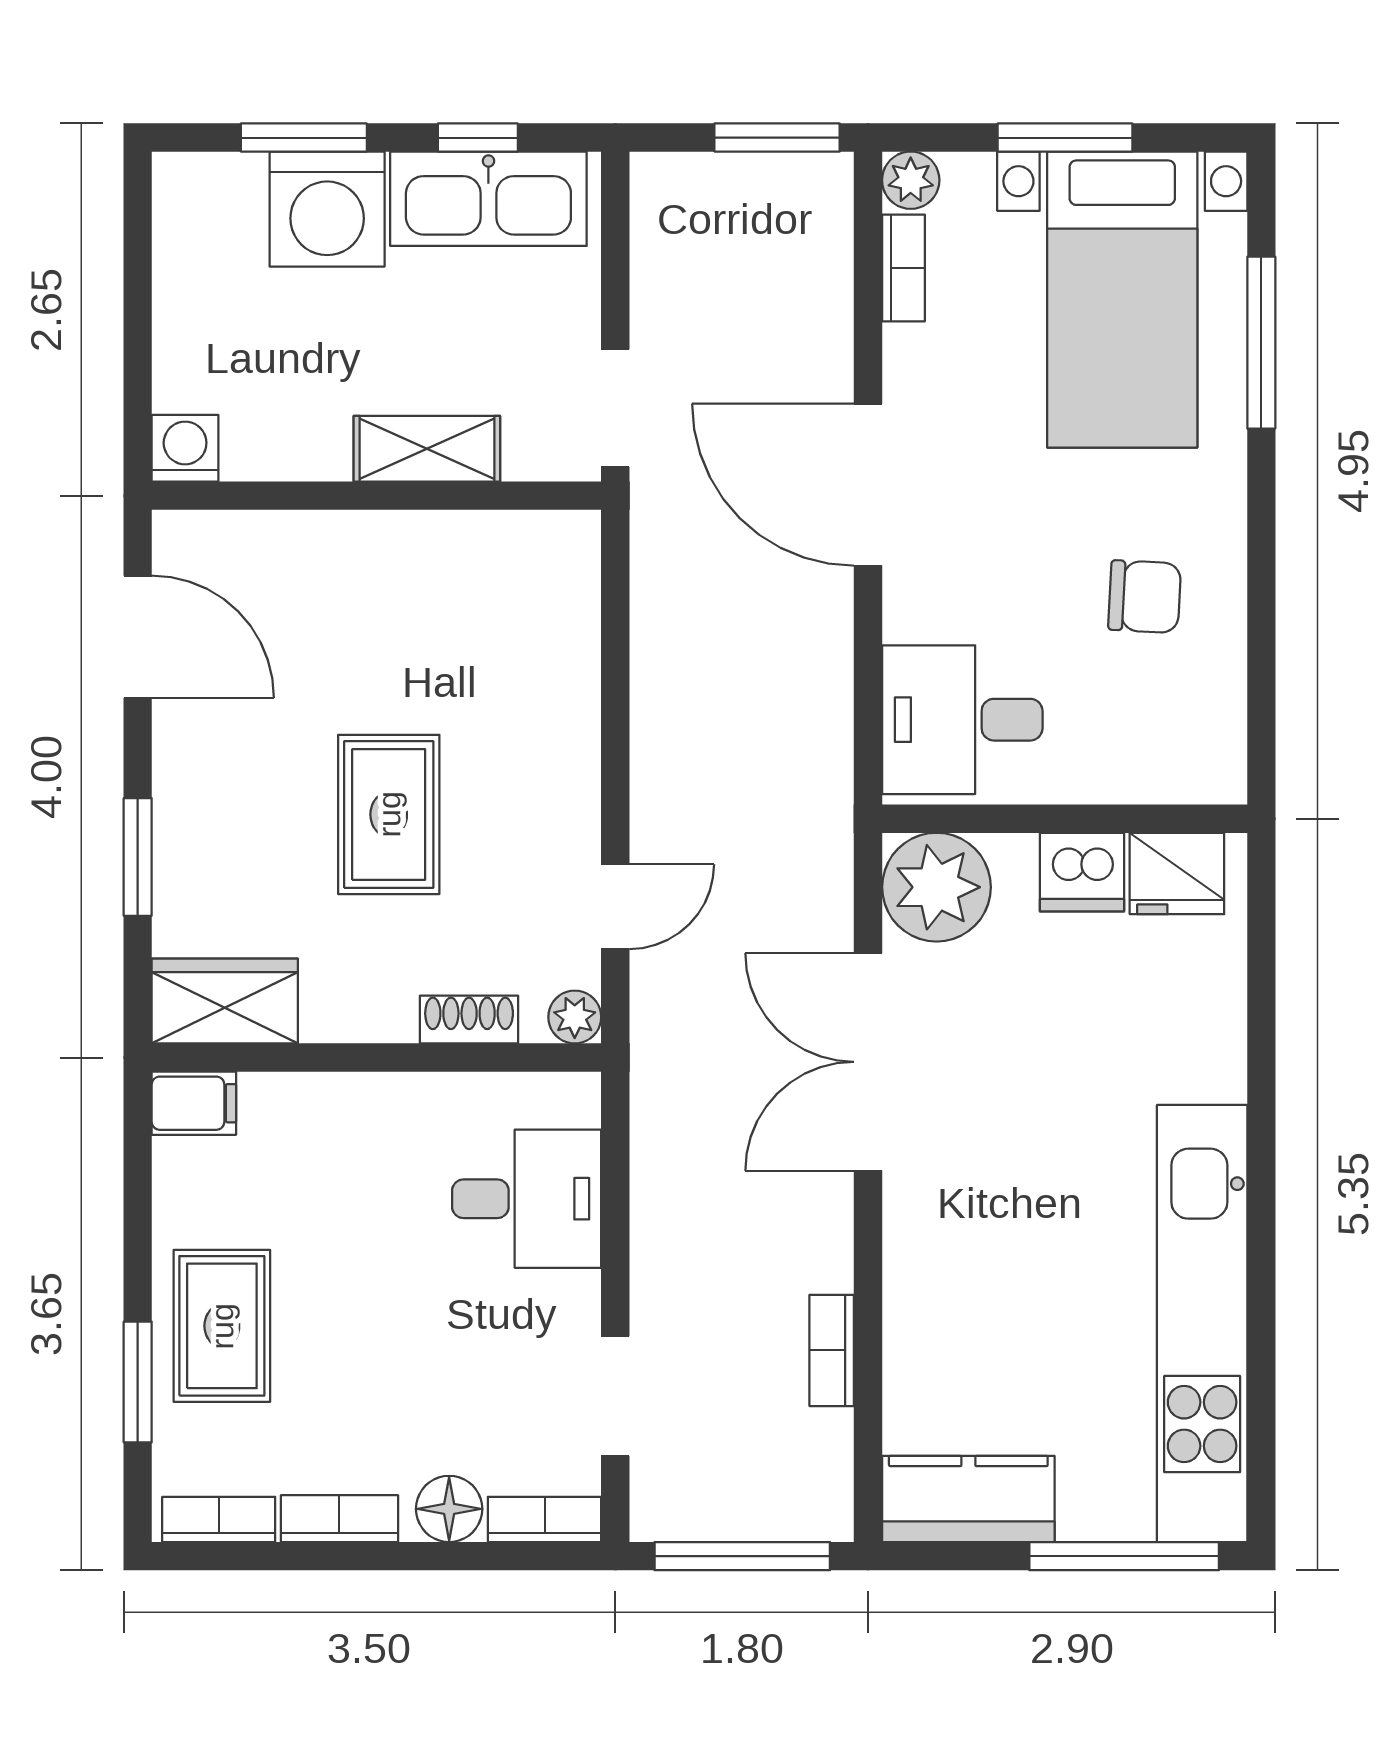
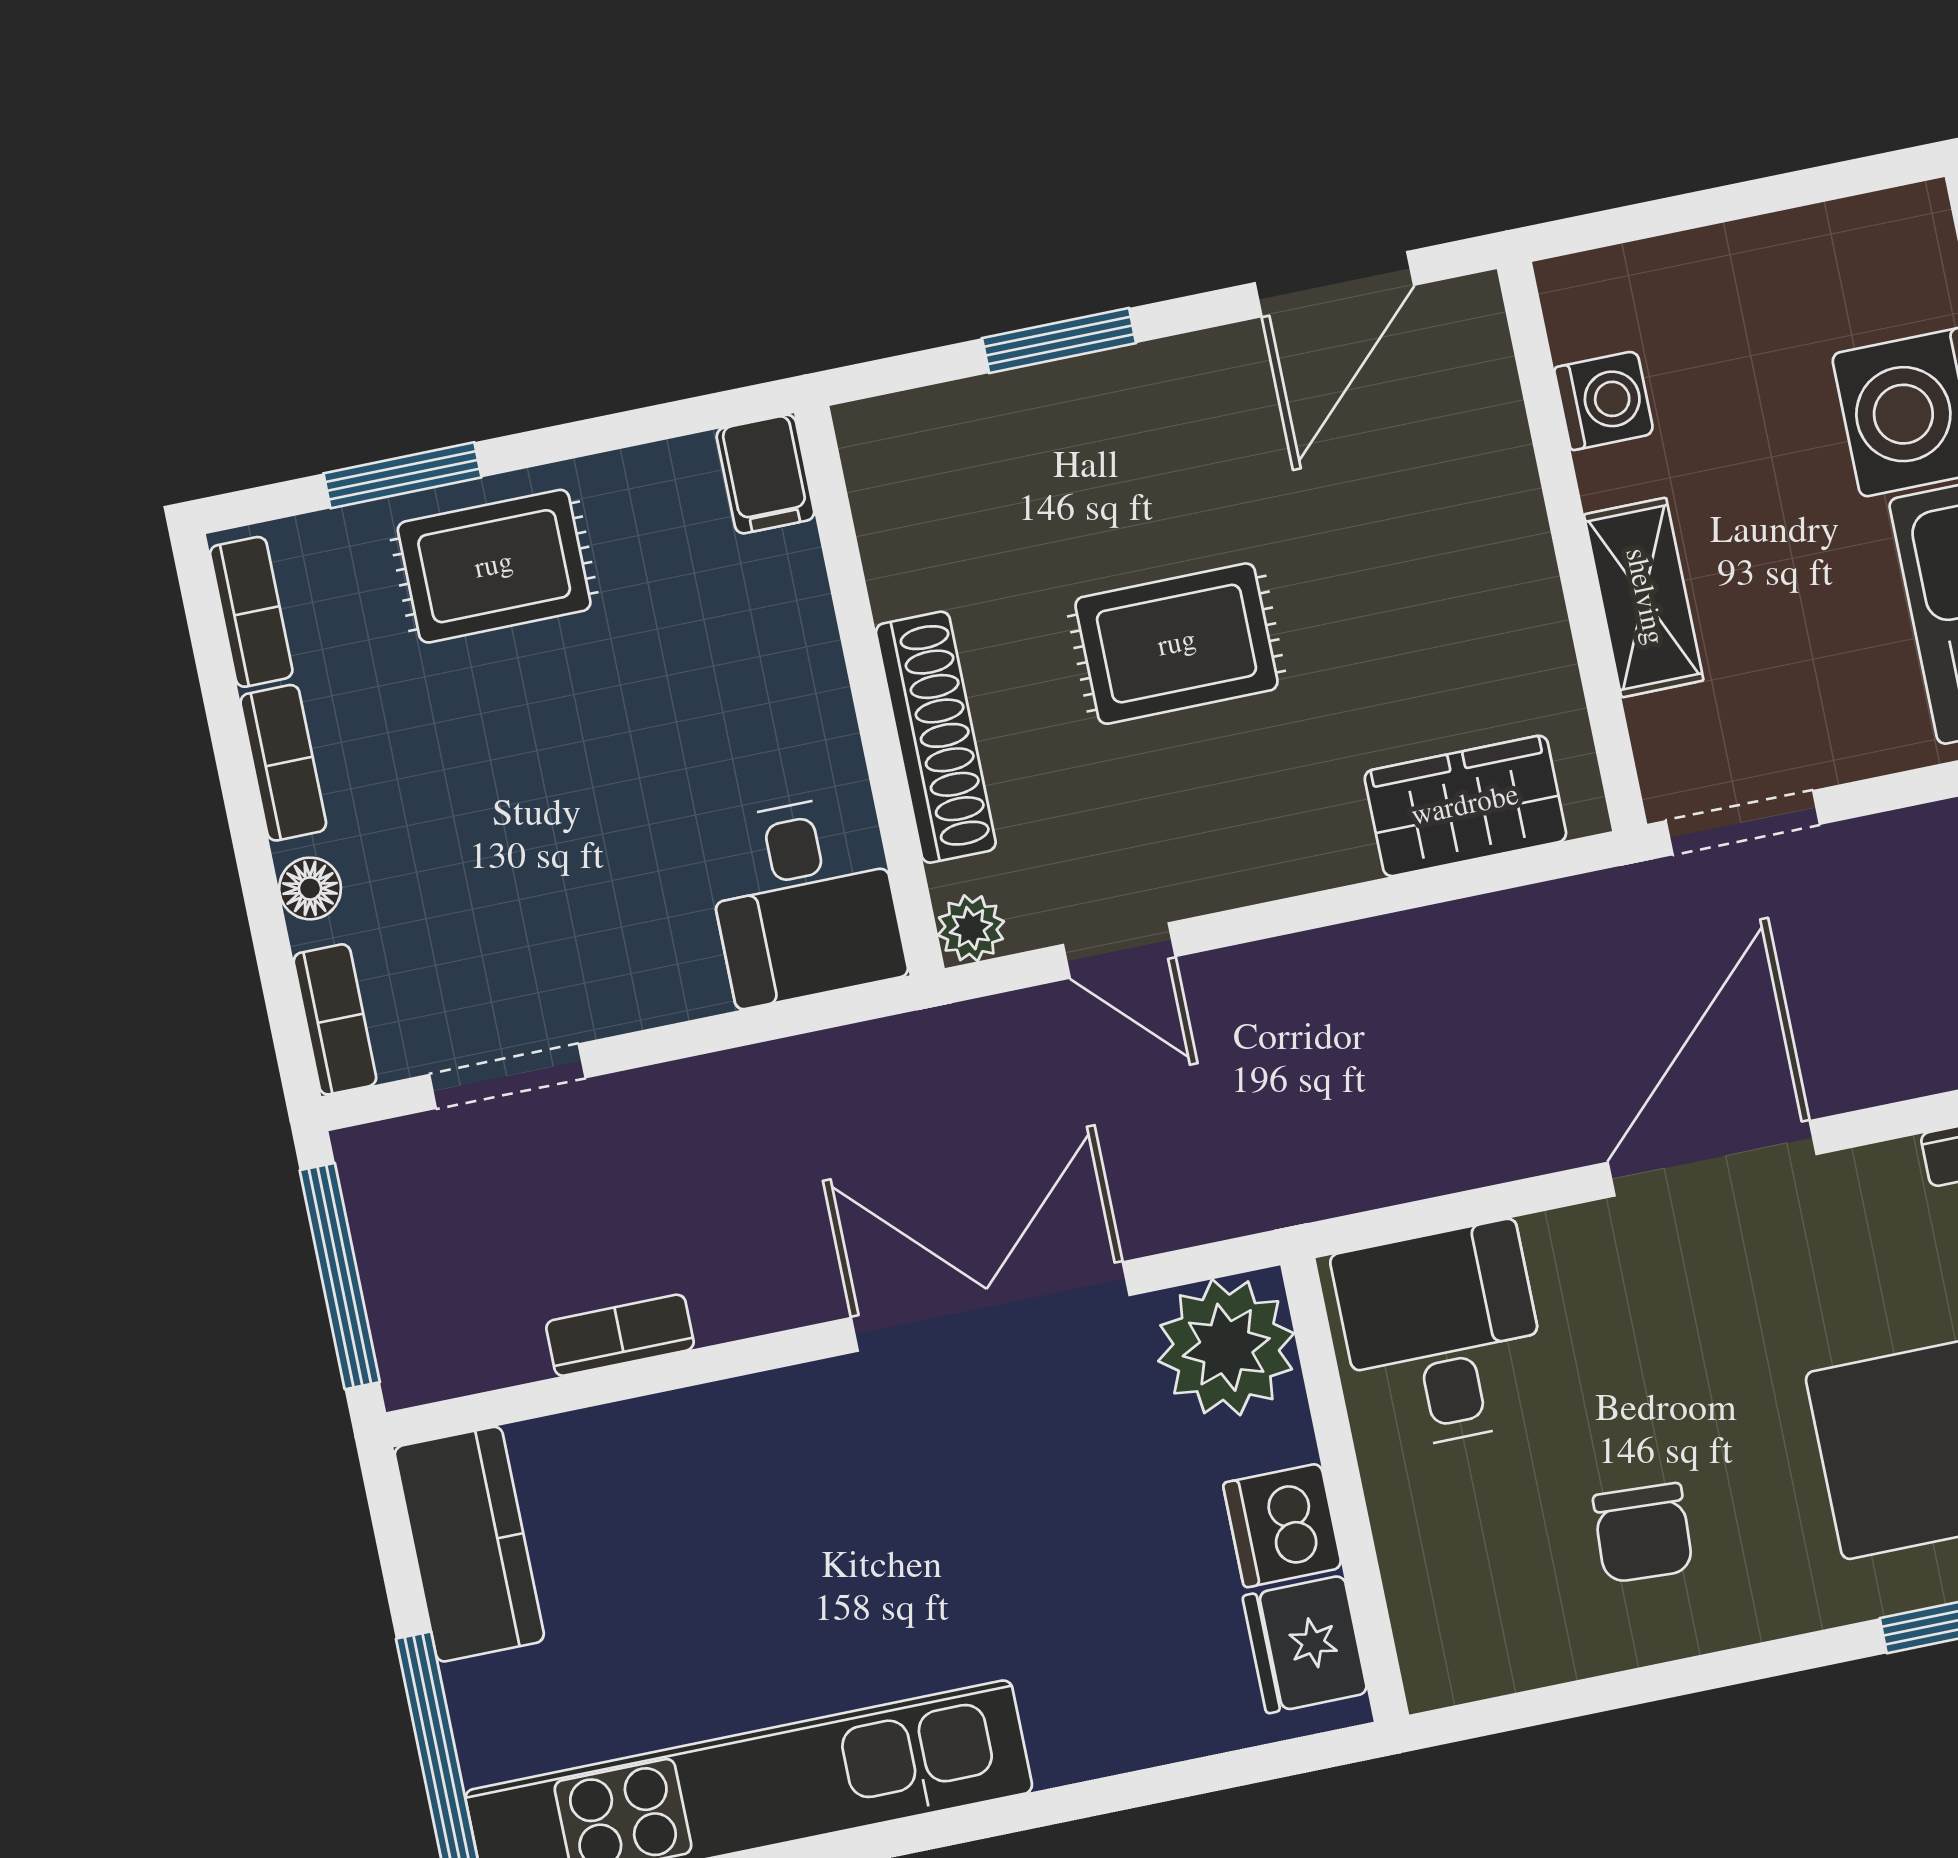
washing machine: (185, 448) -> (1604, 401), moved
wardrobe: (225, 1001) -> (1465, 806), moved, turned -90
shoe rack: (469, 1020) -> (936, 737), width x1.94, depth x1.24
desk: (527, 1199) -> (804, 900), moved
floor lamp: (449, 1509) -> (310, 888), width x0.73, depth x0.73

